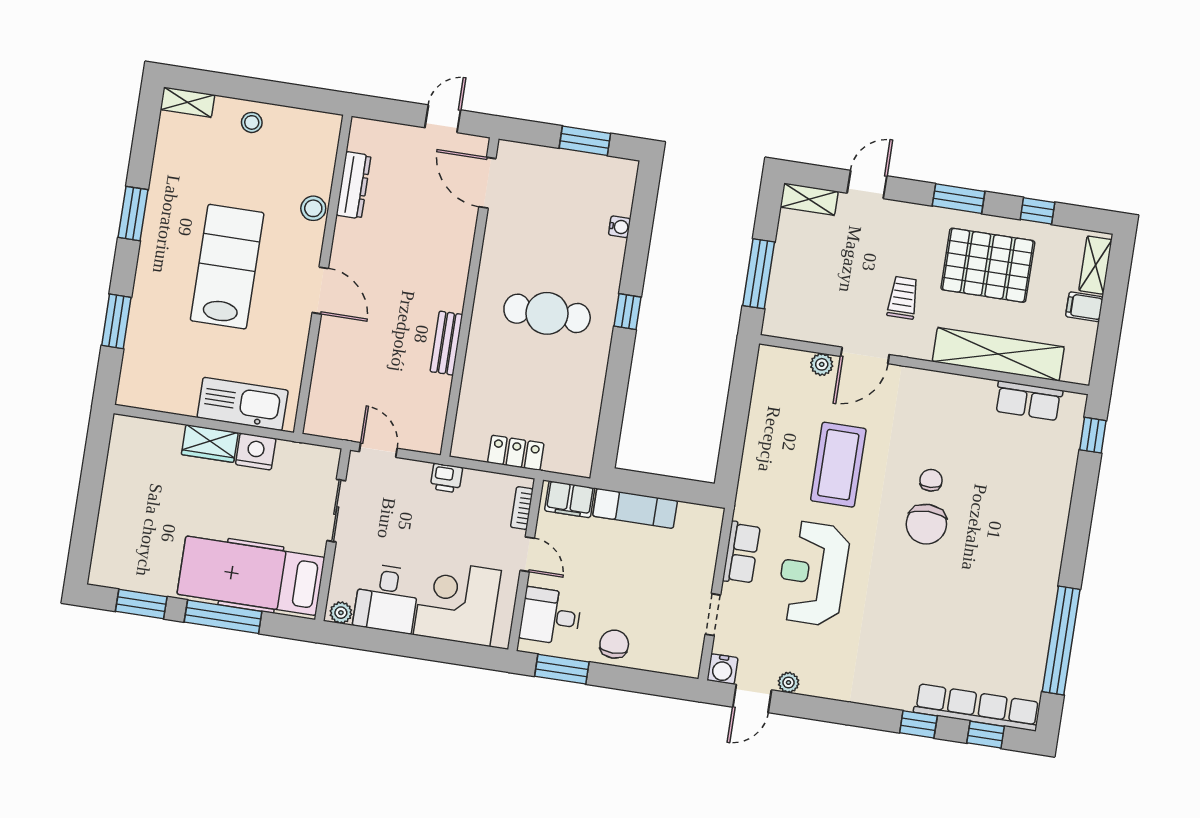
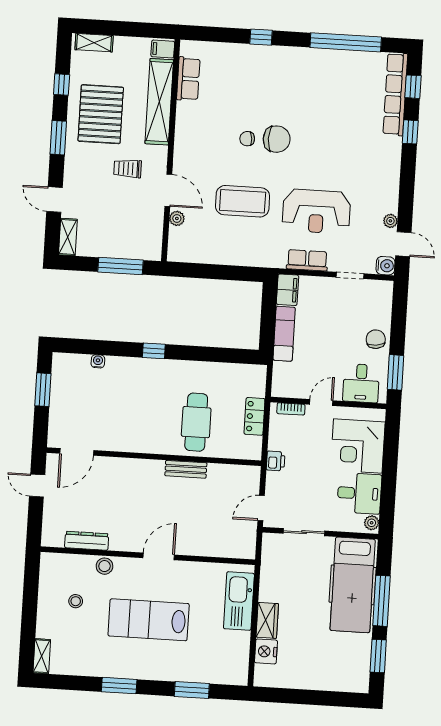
stool: (252, 122) -> (76, 601), moved
filing cabinet: (1084, 307) -> (163, 49), moved, turned 90
cafe table: (547, 313) -> (196, 422), moved
window: (1093, 435) -> (261, 37), moved
nightstand: (256, 452) -> (266, 651), moved
filing cabinet: (570, 499) -> (288, 290), moved
chair: (614, 644) -> (376, 339), turned 83

